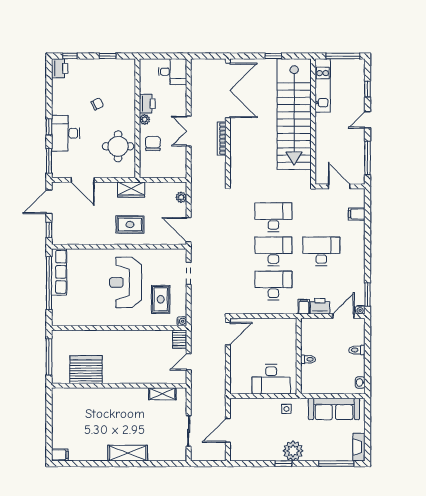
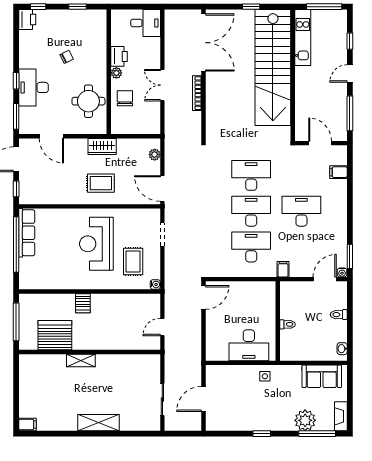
printer: (320, 306) -> (300, 269), removed
server rack: (180, 339) -> (83, 303), moved
shelving: (162, 394) -> (81, 360), moved
sofa: (334, 409) -> (322, 376), width x0.73
plant: (293, 451) -> (305, 420), moved

